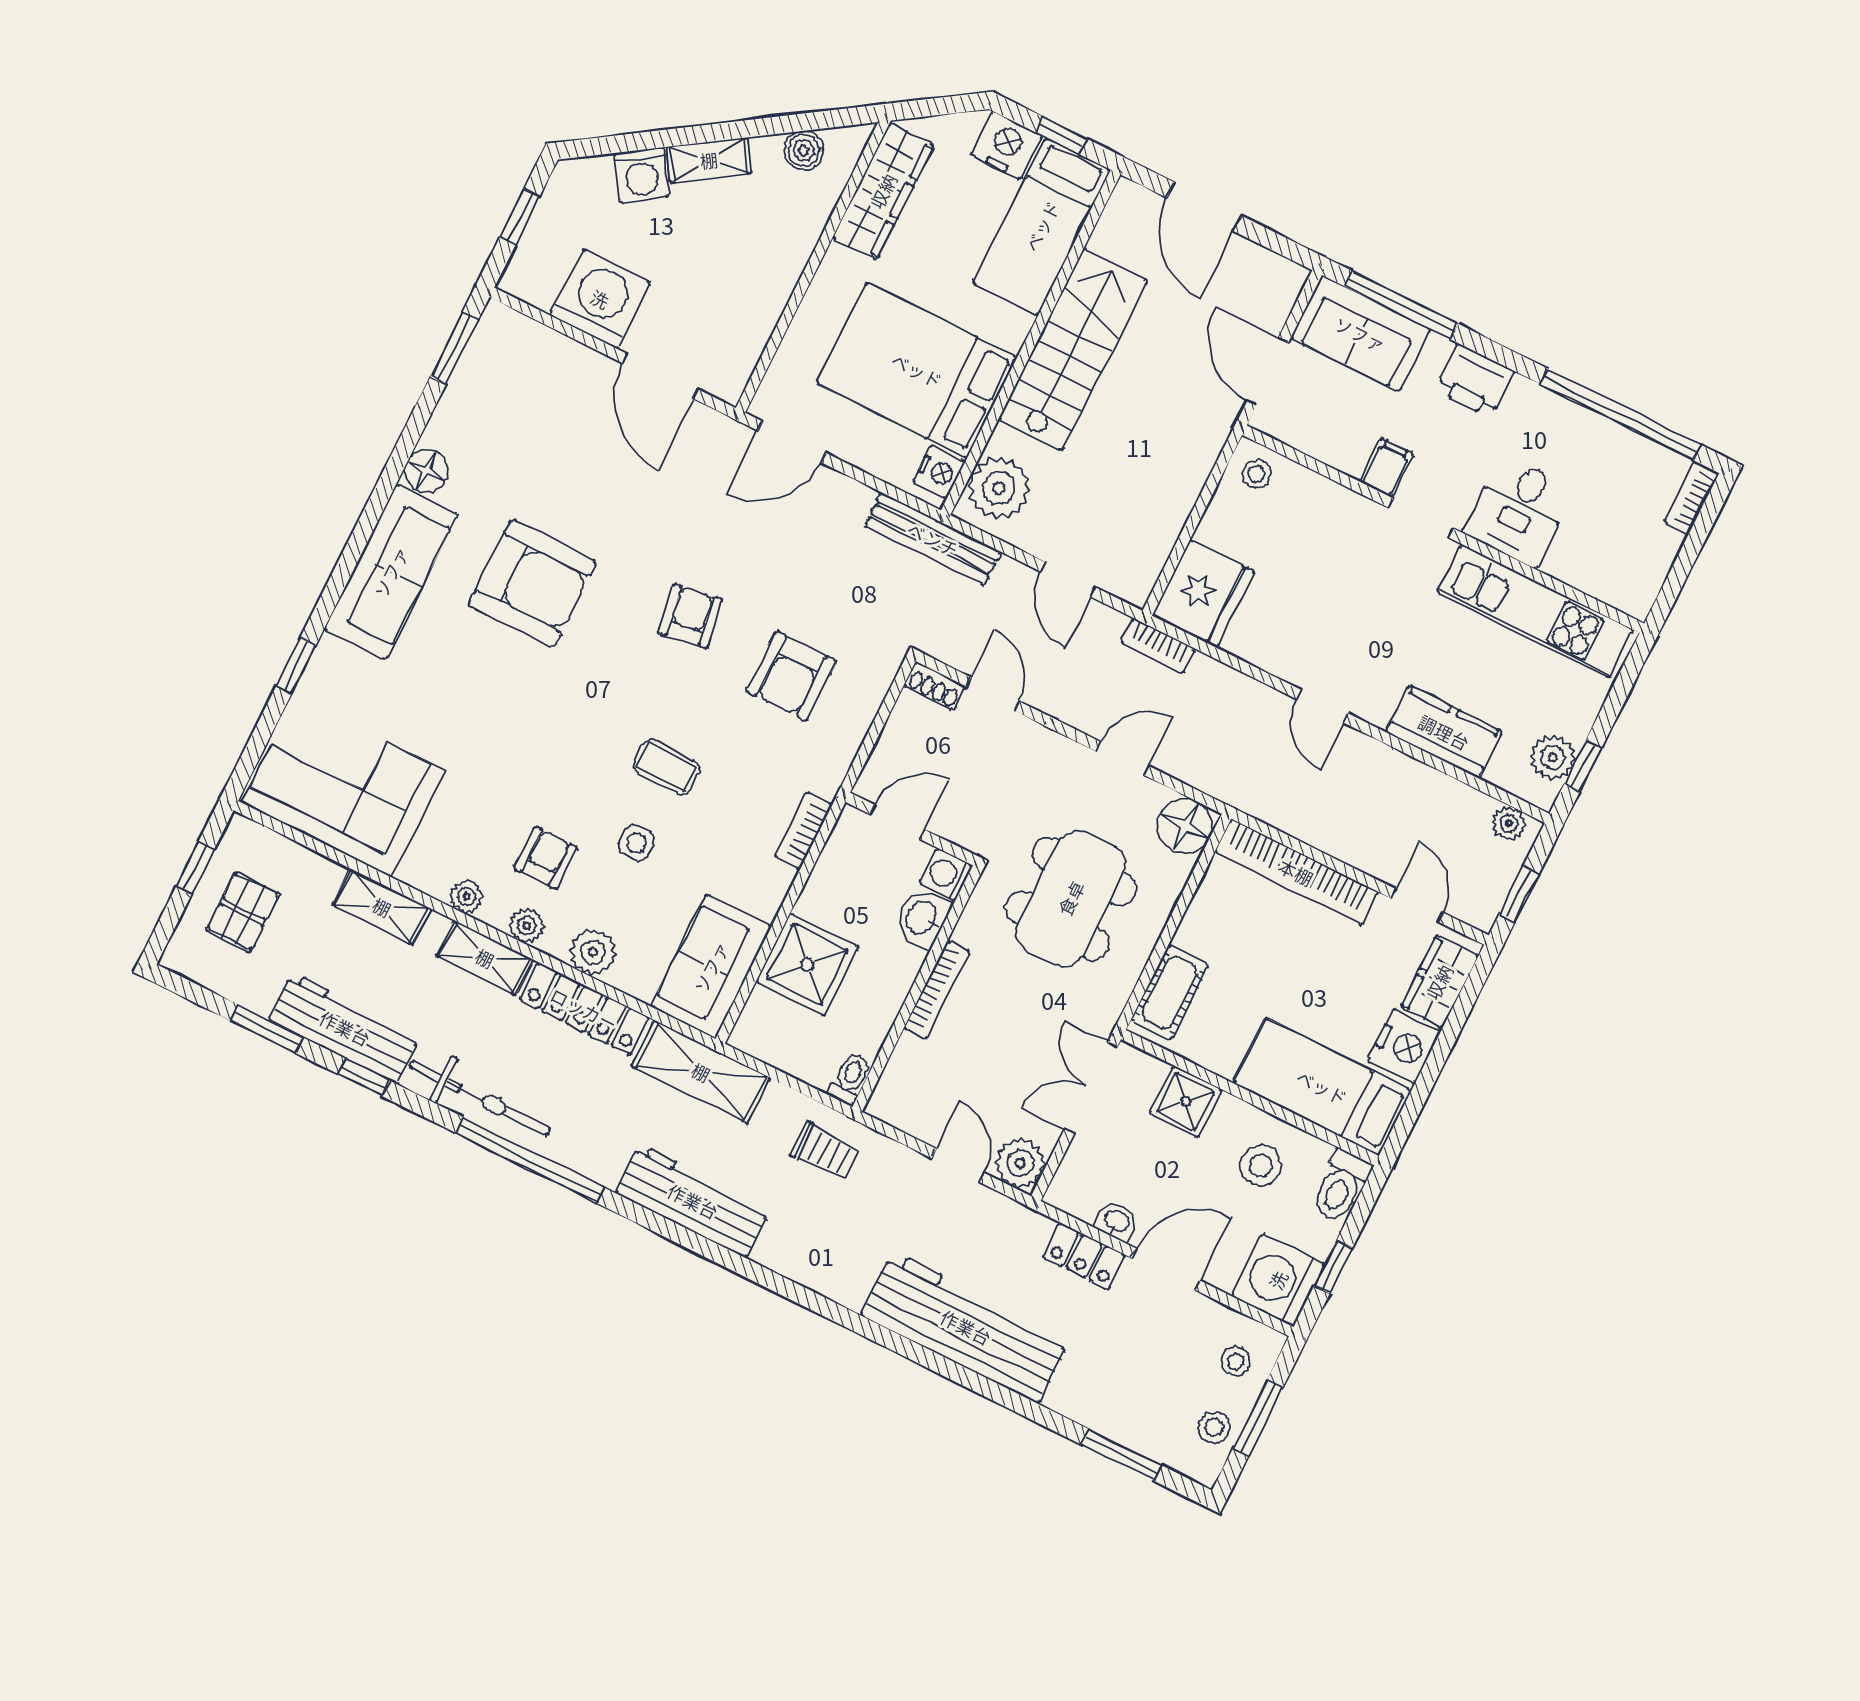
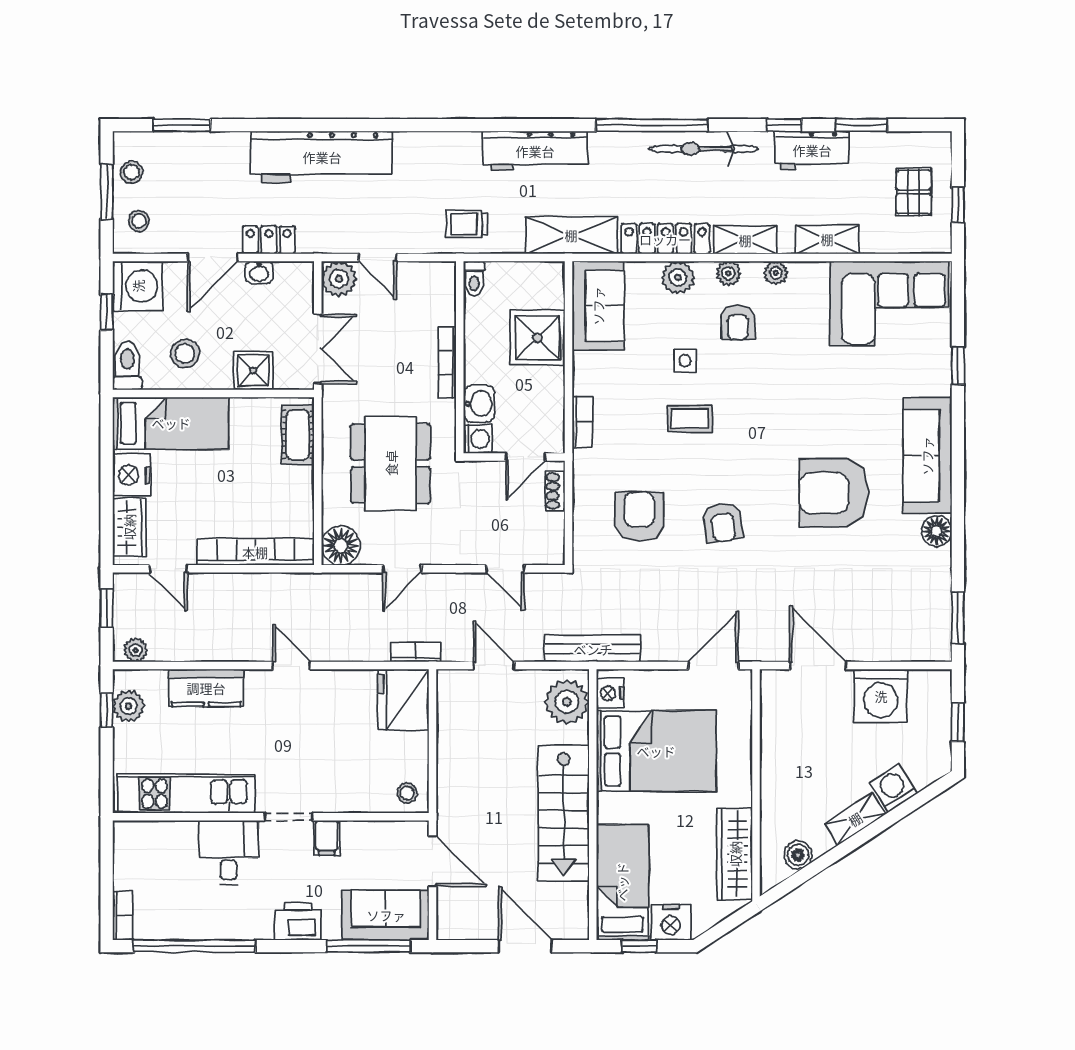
shoe rack: (935, 686) -> (555, 491), moved, turned -90
workbench: (345, 1028) -> (812, 150), width x0.73

